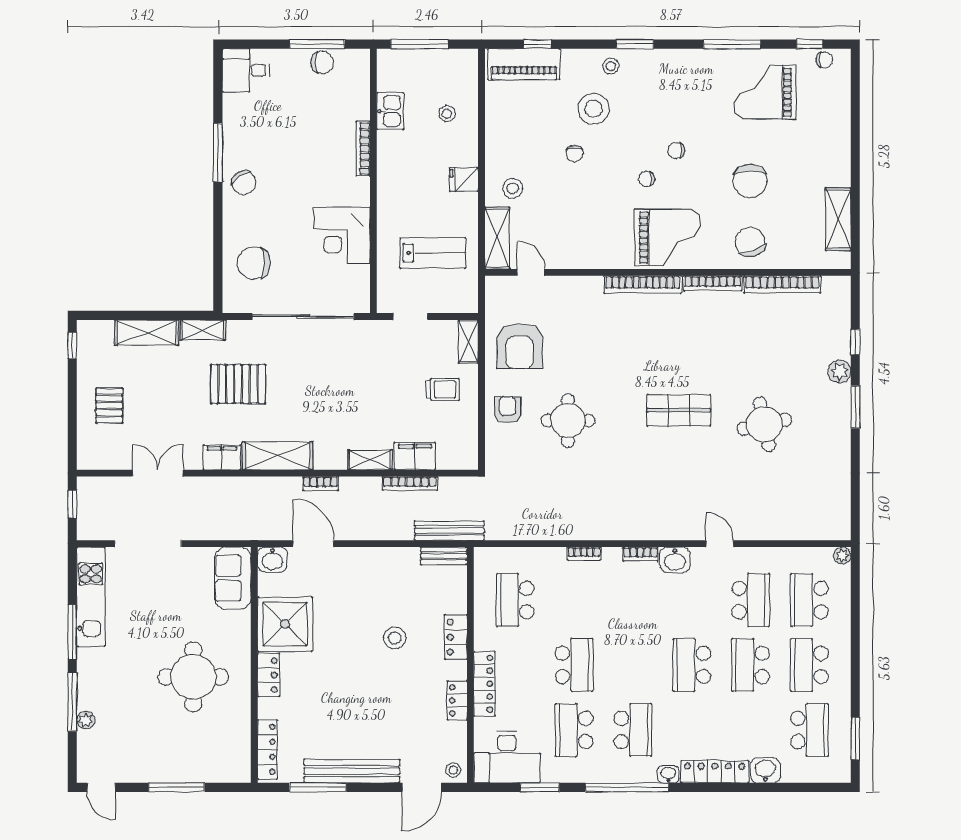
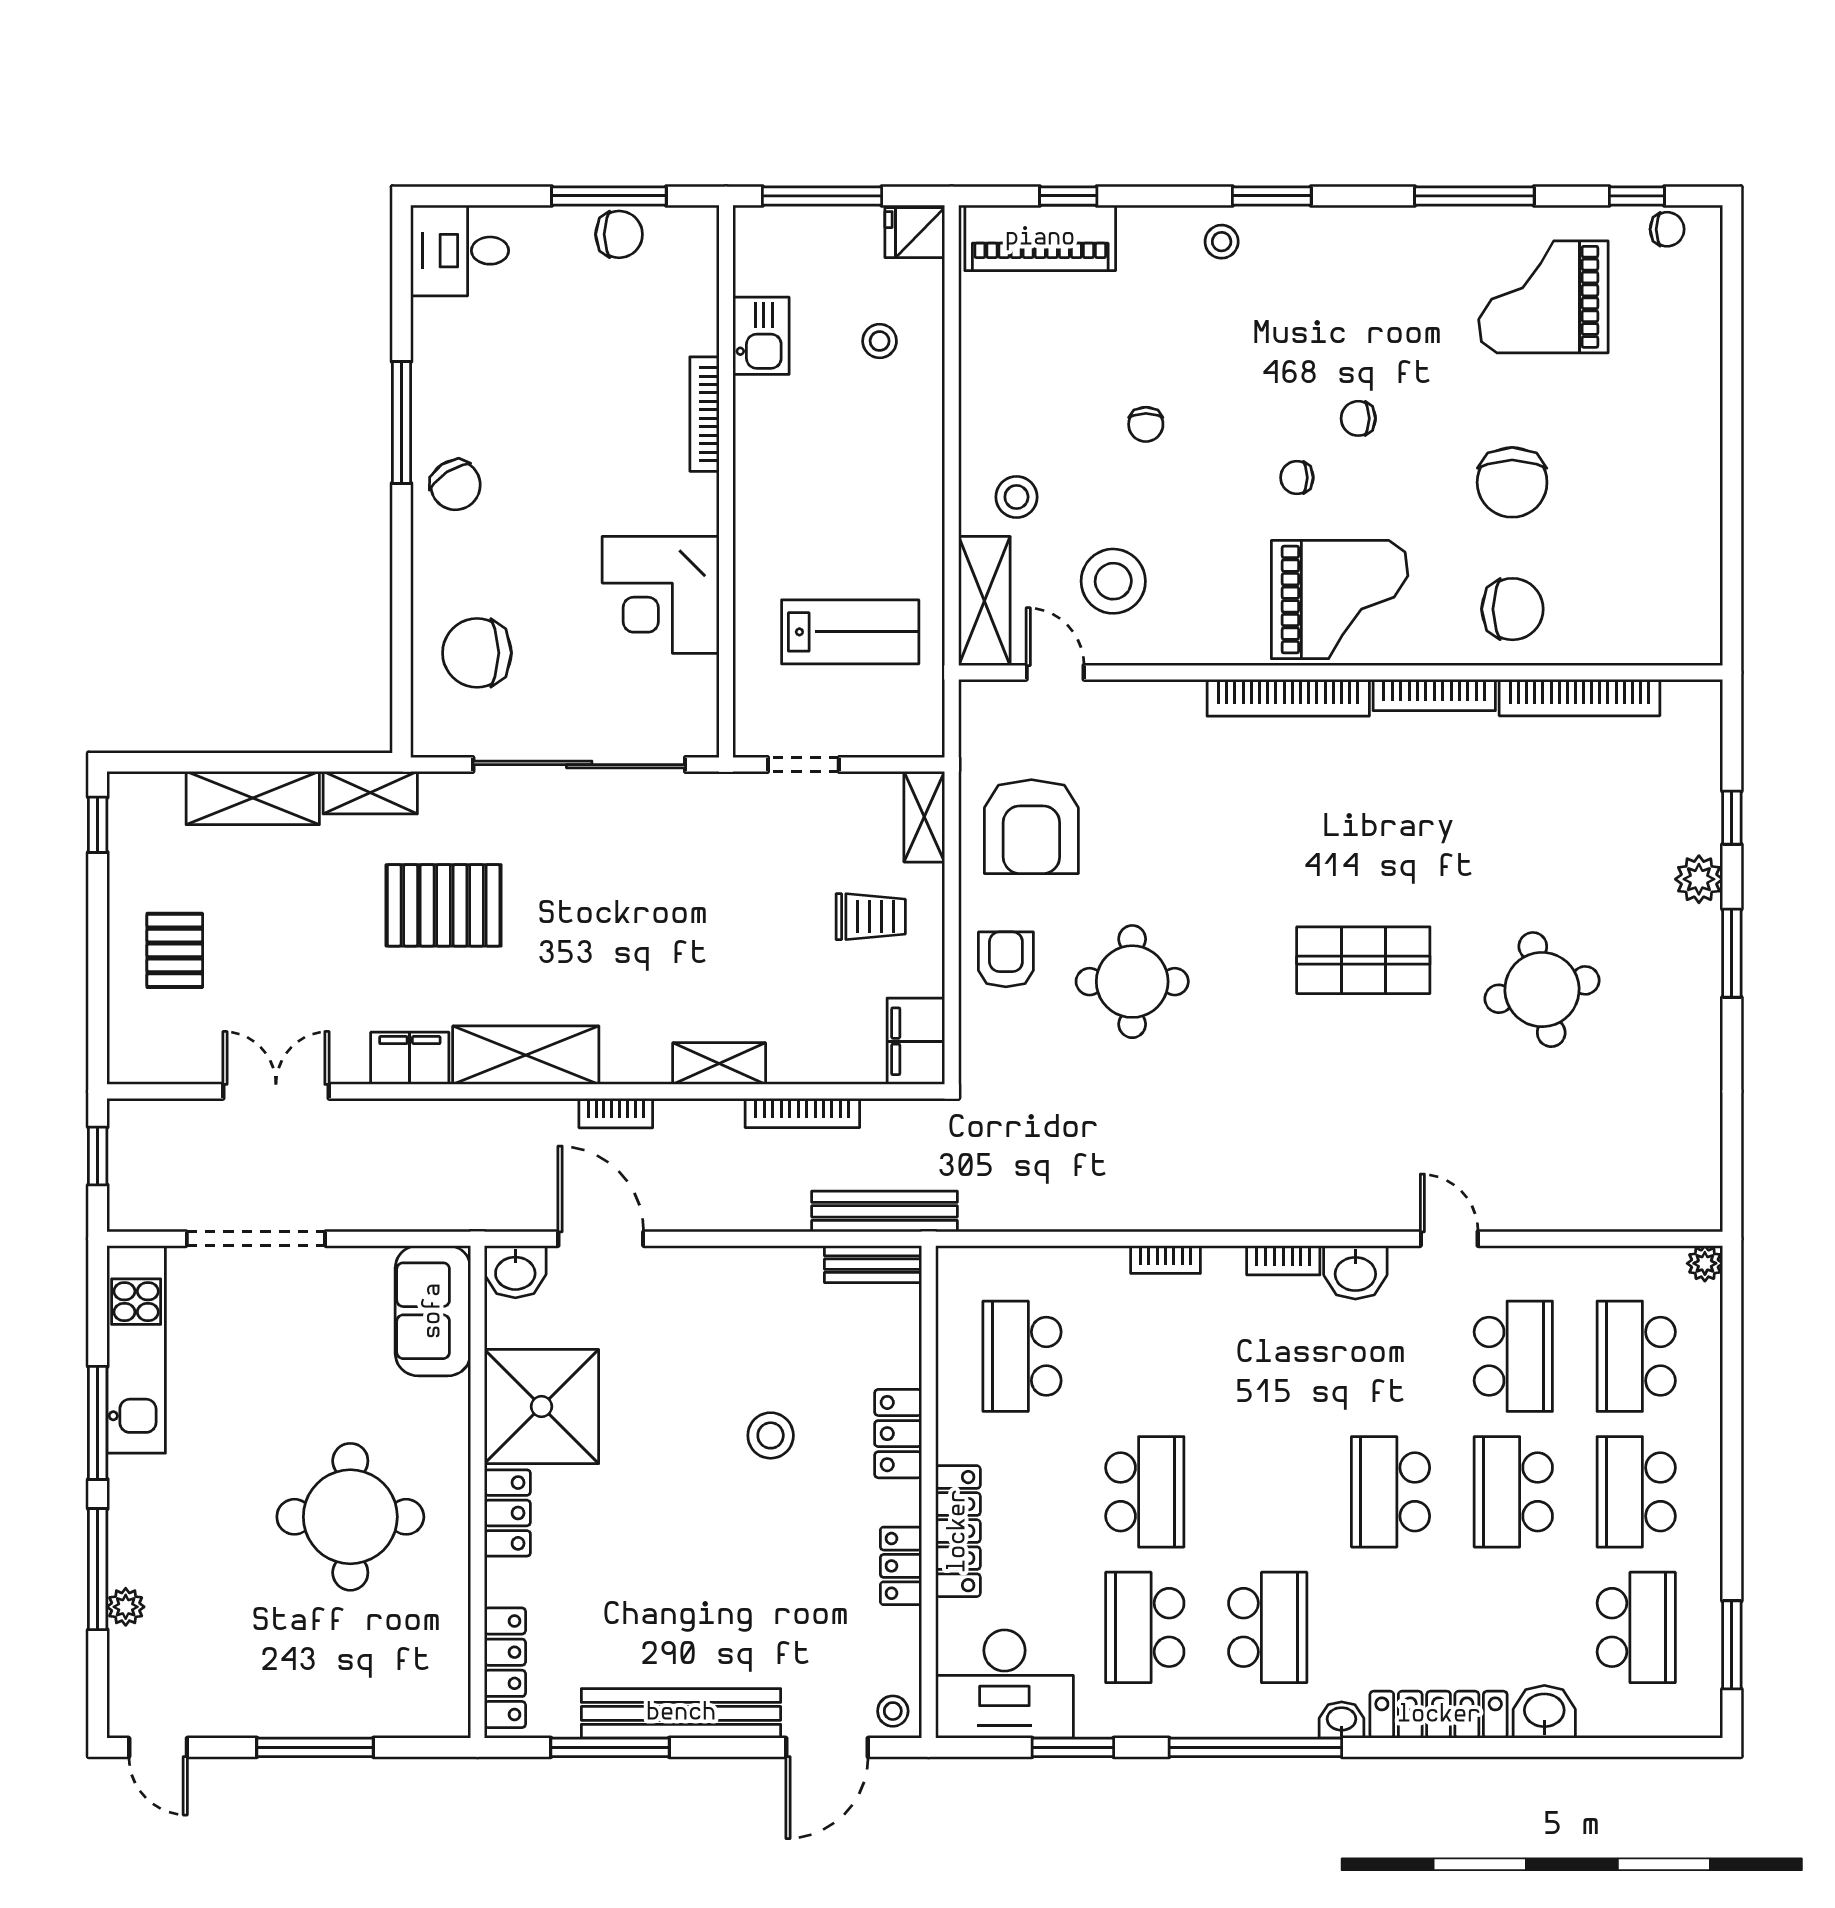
stool: (594, 109) -> (1113, 581), moved
fridge: (464, 180) -> (915, 233), moved
shelving: (838, 219) -> (1696, 561), removed
chair: (750, 242) -> (1512, 609), turned 107
filing cabinet: (415, 456) -> (916, 1041), moved, turned -90

